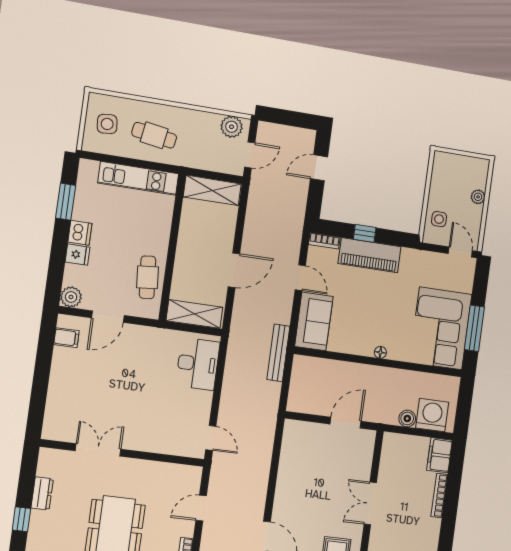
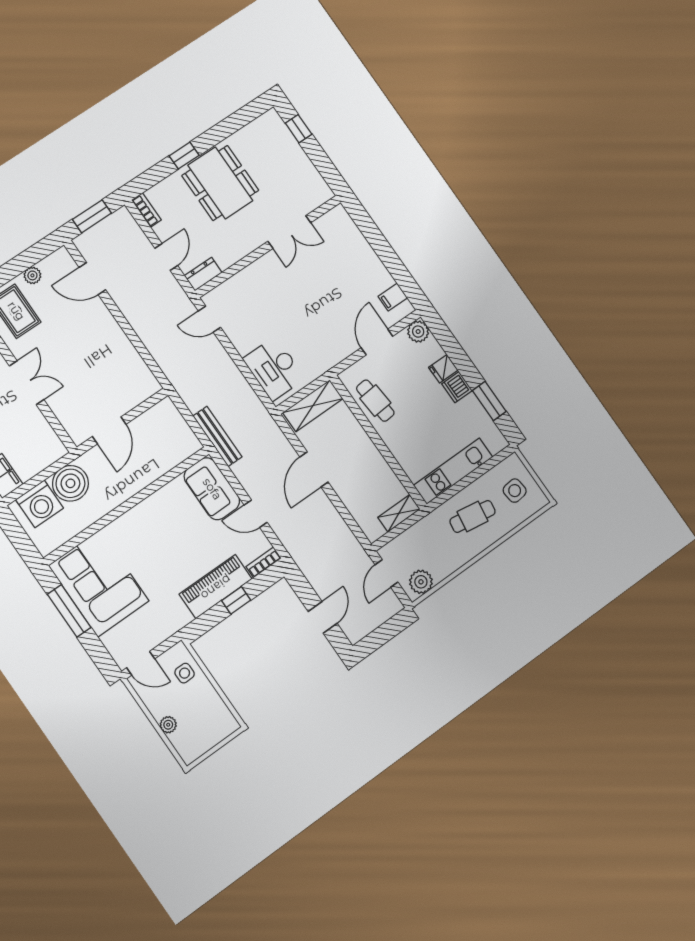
shelving: (212, 190) -> (399, 513), width x0.67, depth x0.75
floor lamp: (380, 352) -> (133, 515), removed
boiler: (407, 418) -> (70, 483), width x1.86, depth x1.86
dresser: (42, 493) -> (203, 274), moved, turned 90

